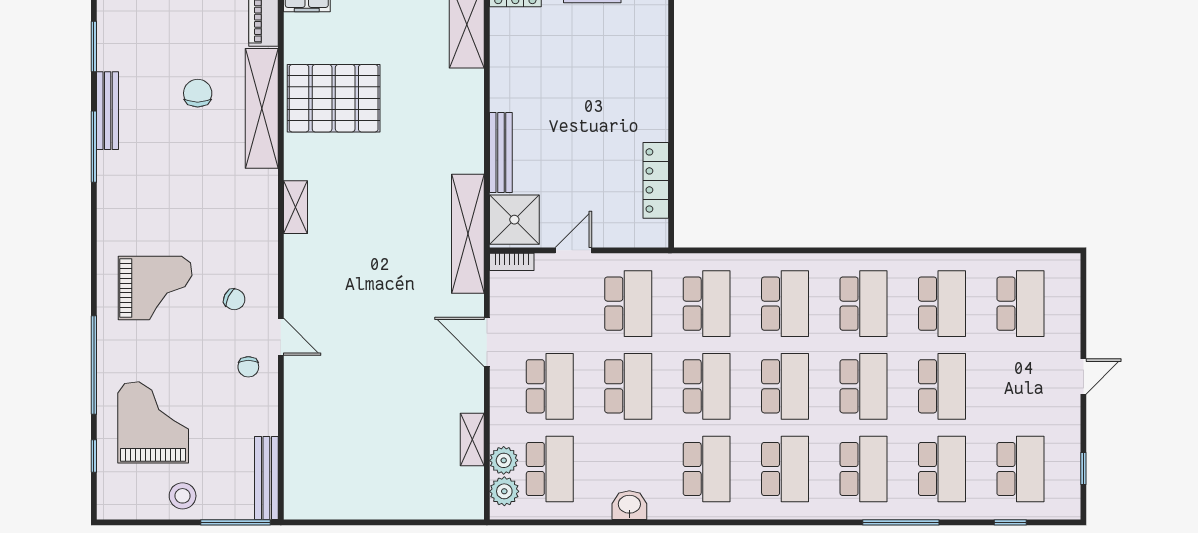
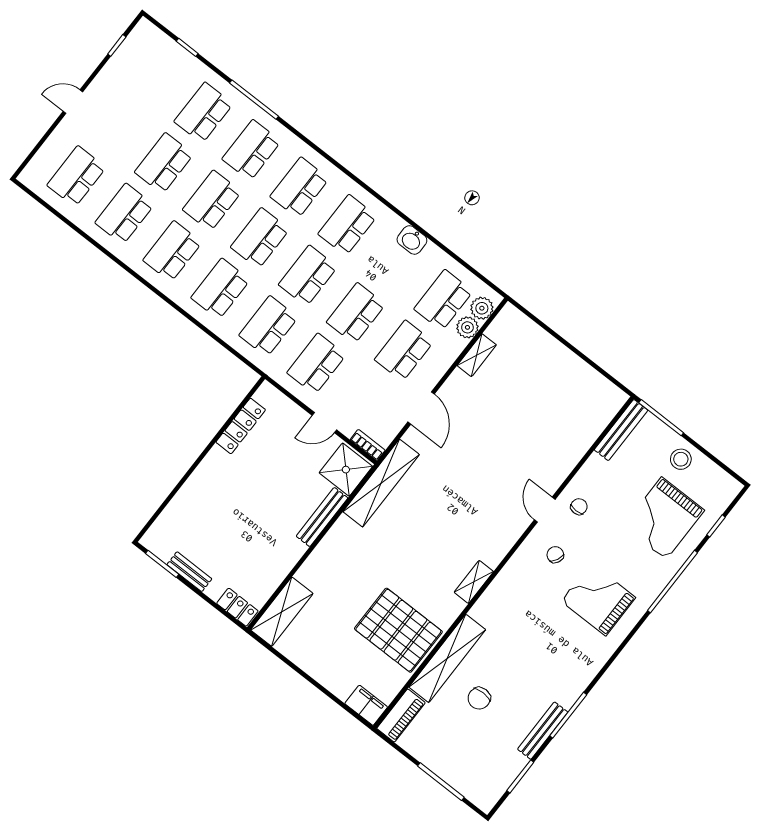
school desk: (1020, 469) -> (155, 75), removed

